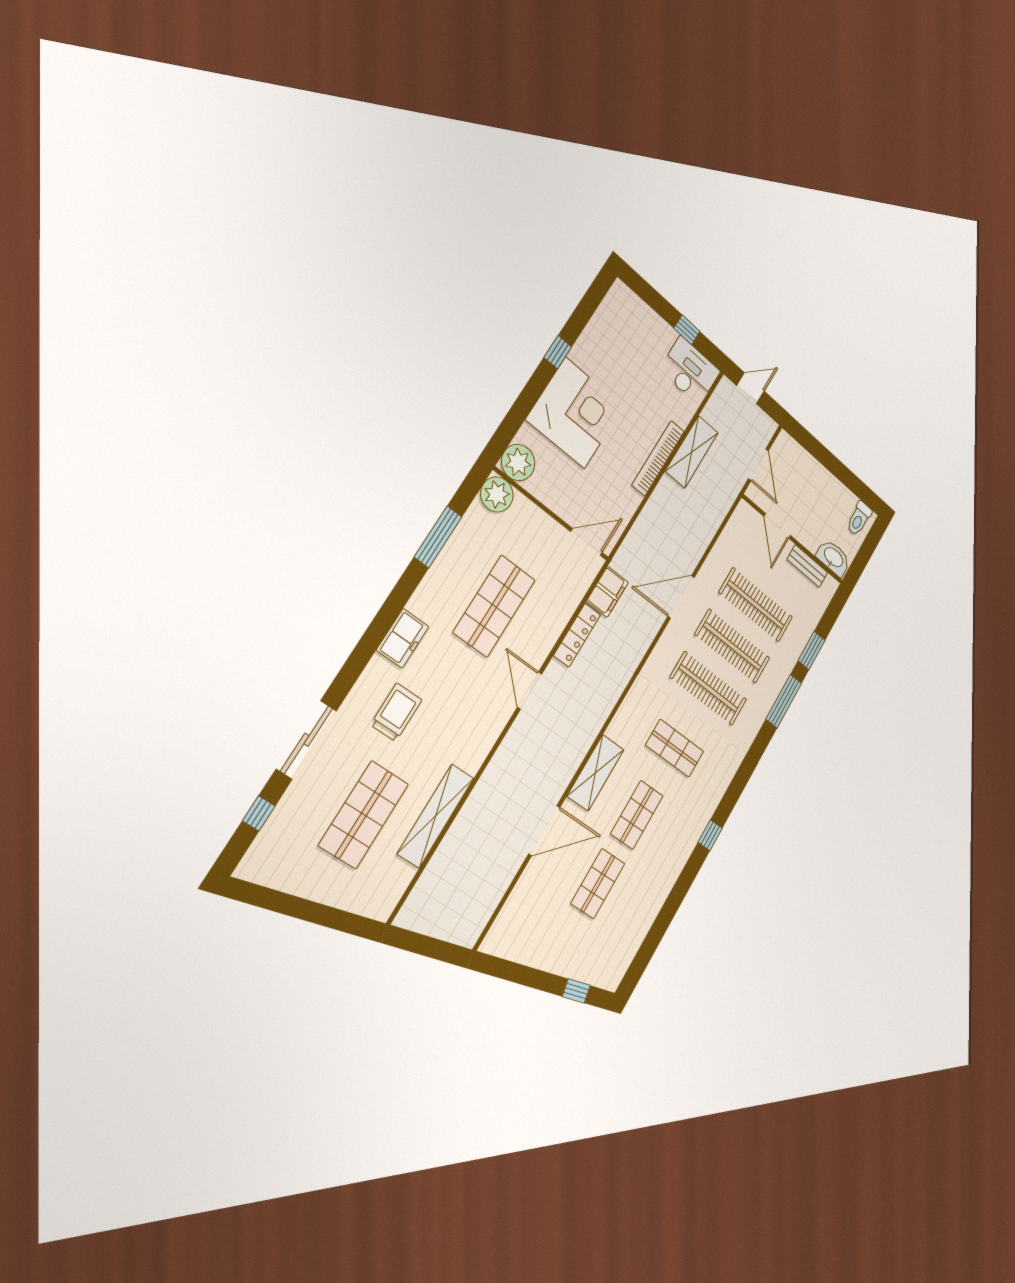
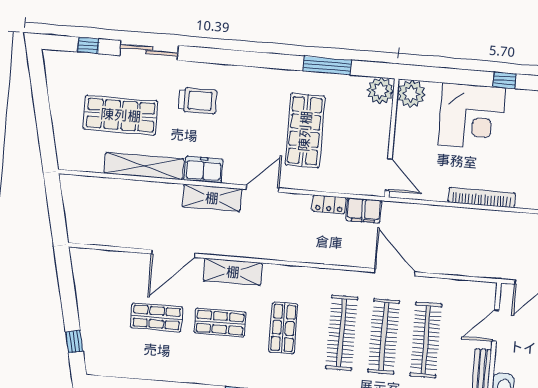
shelving: (692, 452) -> (212, 198), moved
shop shelf: (494, 606) -> (305, 131), turned 90
locker: (577, 635) -> (329, 204), width x0.66
freezer: (403, 638) -> (203, 170), moved, turned 180
door: (544, 830) -> (173, 254), hinge flipped

